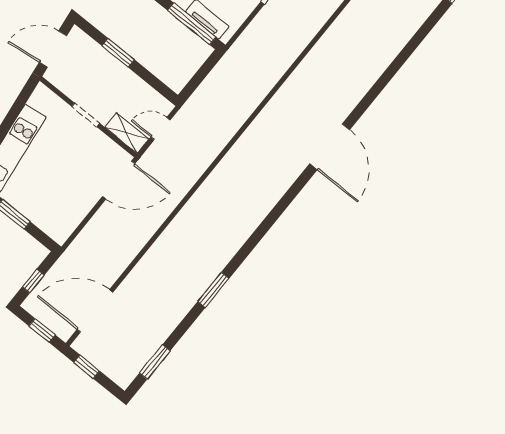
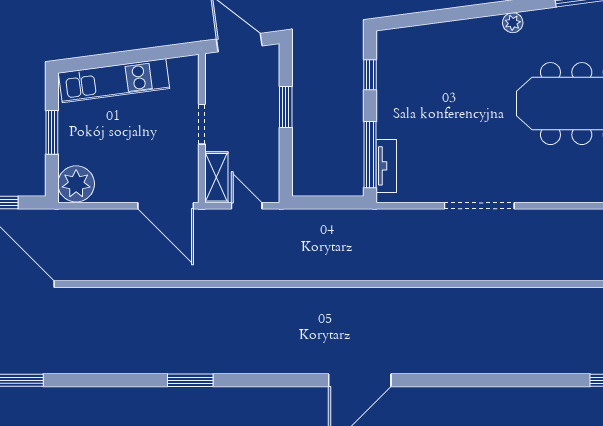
plant: (59, 225) -> (76, 184), added
window: (213, 290) -> (190, 380), moved

